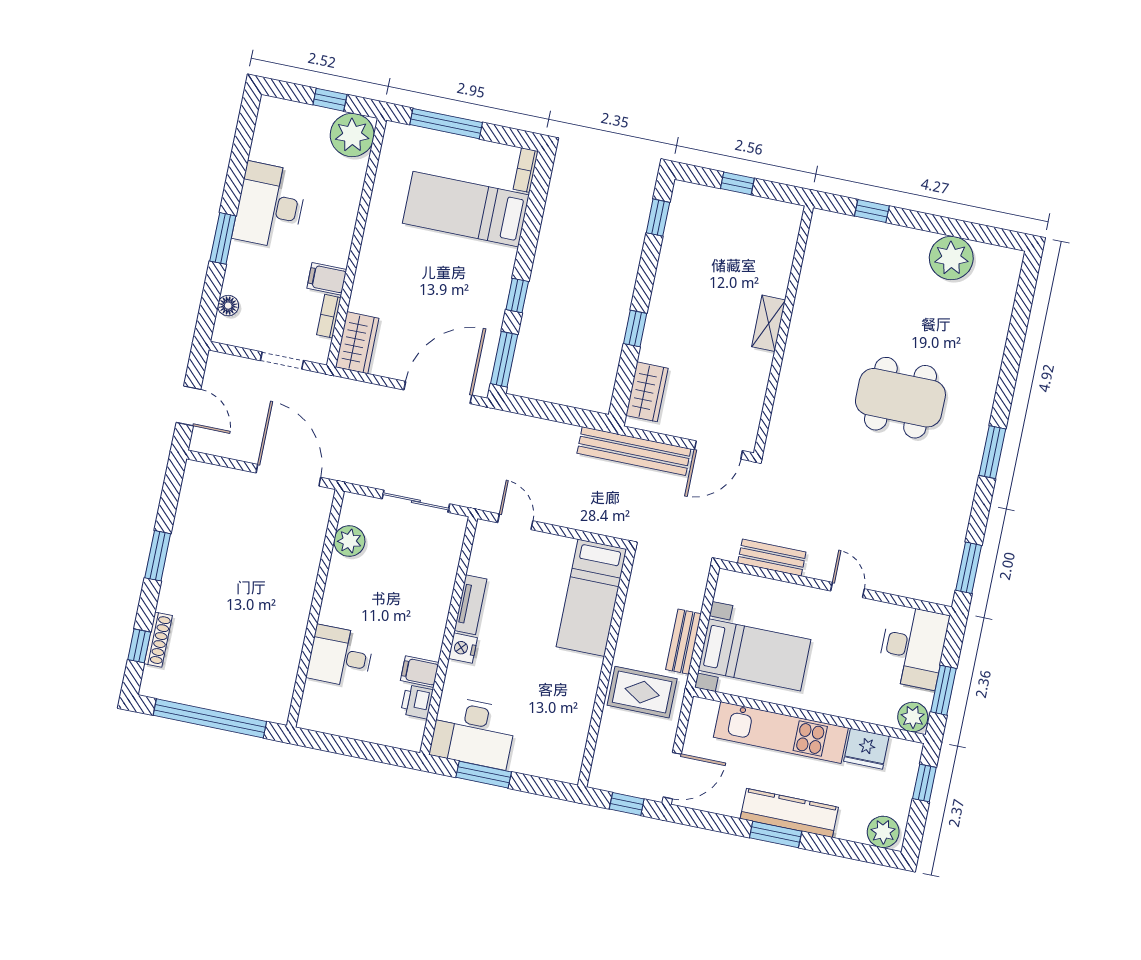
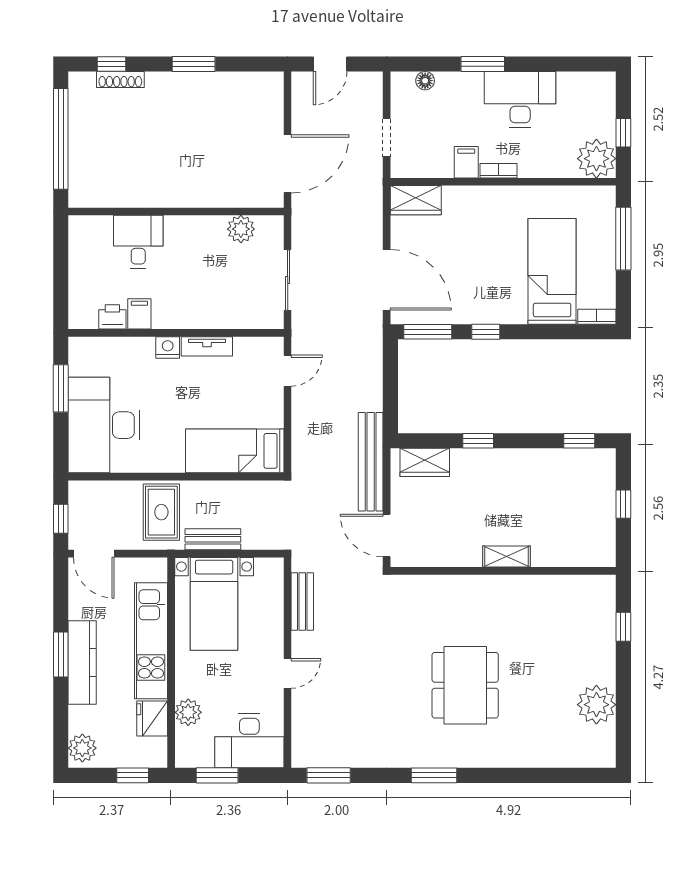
bookcase: (329, 316) -> (498, 171), moved
plant: (913, 717) -> (188, 712), moved
desk: (473, 732) -> (104, 425), moved, width x1.36, depth x1.30

